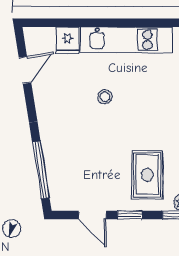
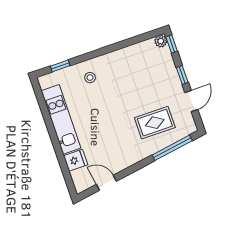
stool: (105, 97) -> (90, 78), moved
rug: (147, 175) -> (155, 123), moved

